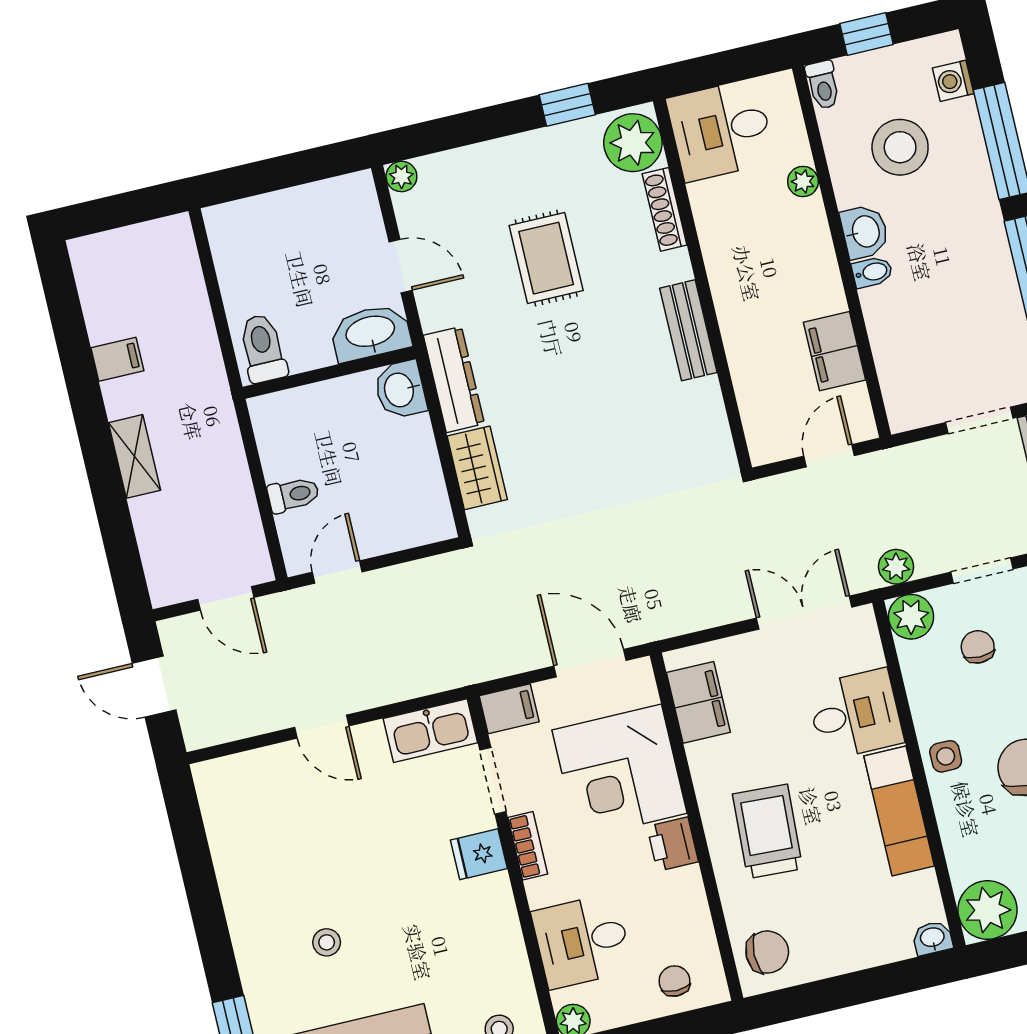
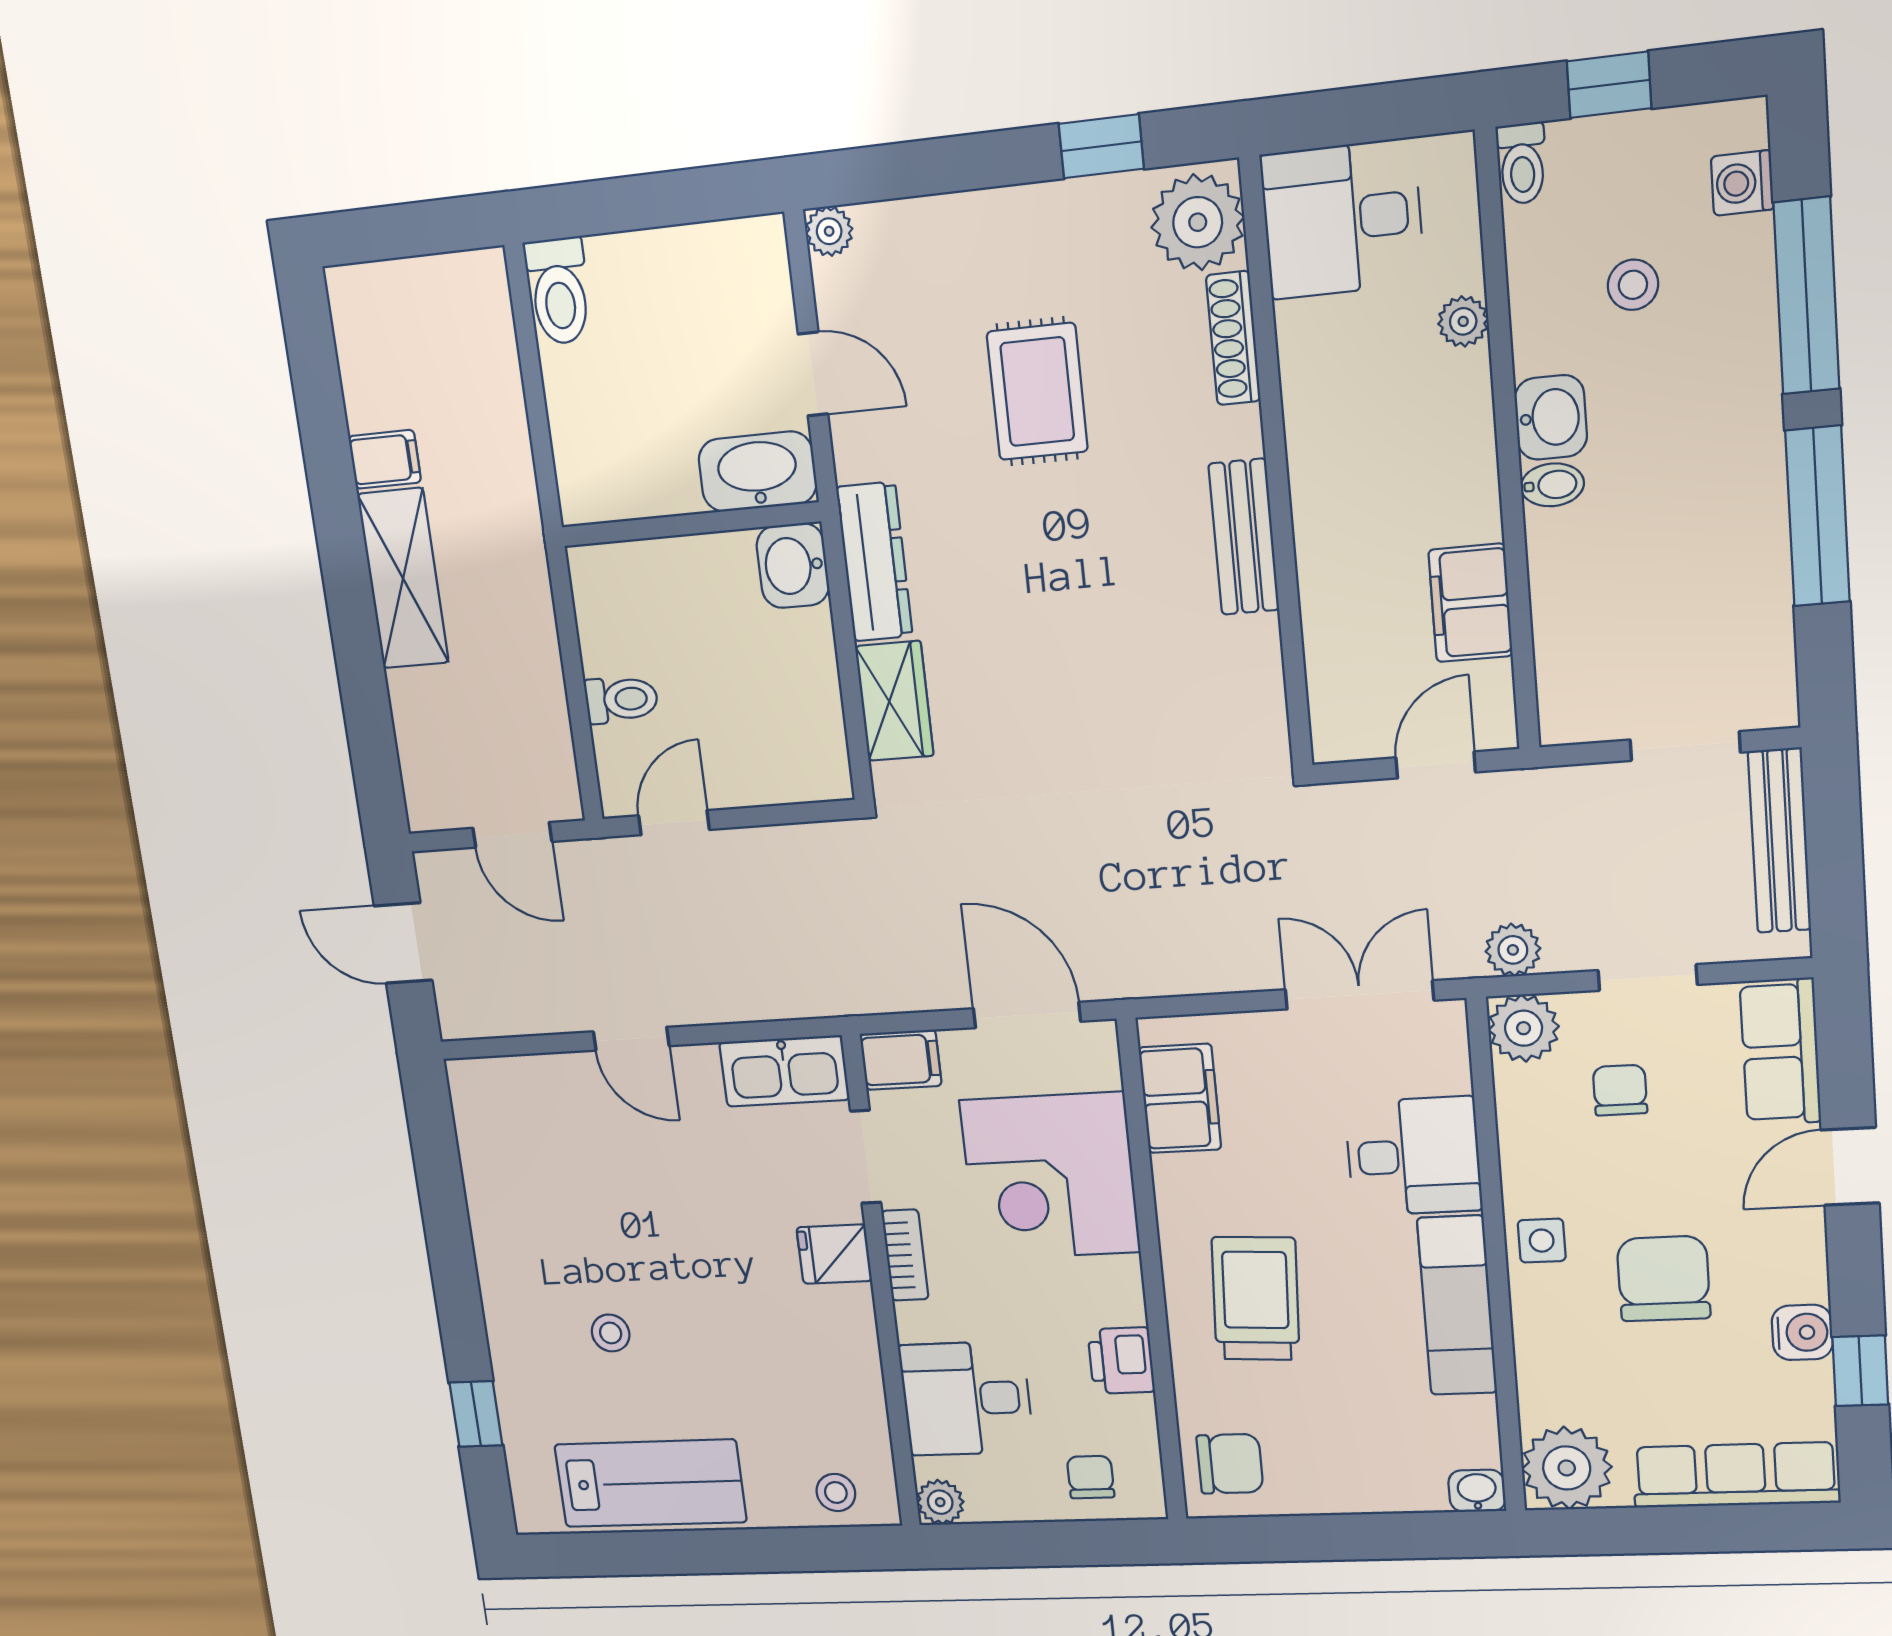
stool: (900, 147) -> (1633, 285), width x0.53, depth x0.53
toilet: (263, 348) -> (559, 291), moved, turned 180
shelving: (135, 456) -> (403, 578), width x1.50, depth x1.33
printer: (673, 844) -> (1121, 1361), moved

